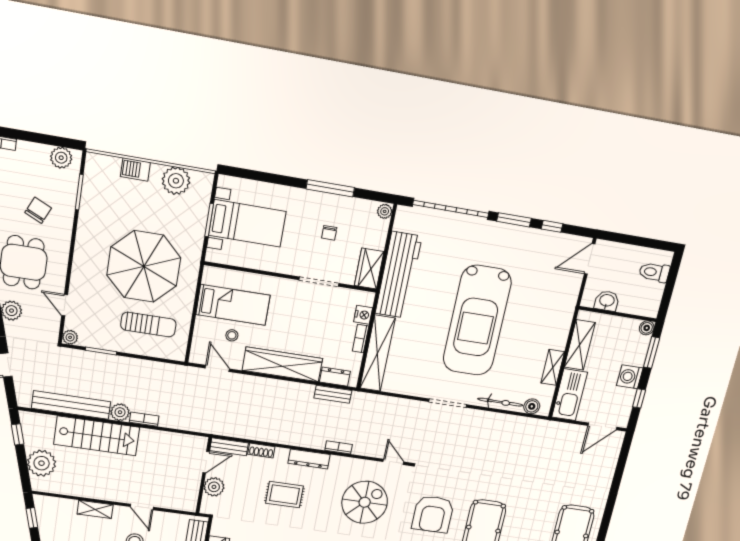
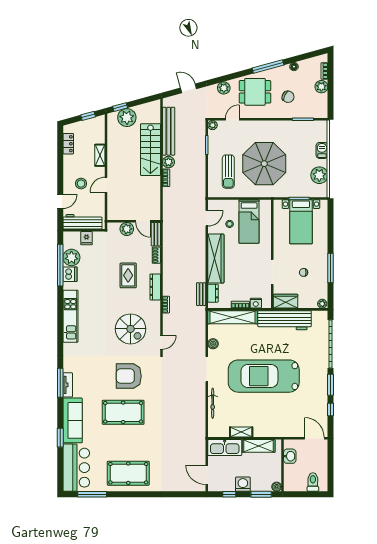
plant: (61, 158) -> (321, 87), moved
boiler: (532, 406) -> (213, 344), moved
window: (18, 434) -> (120, 107), moved

